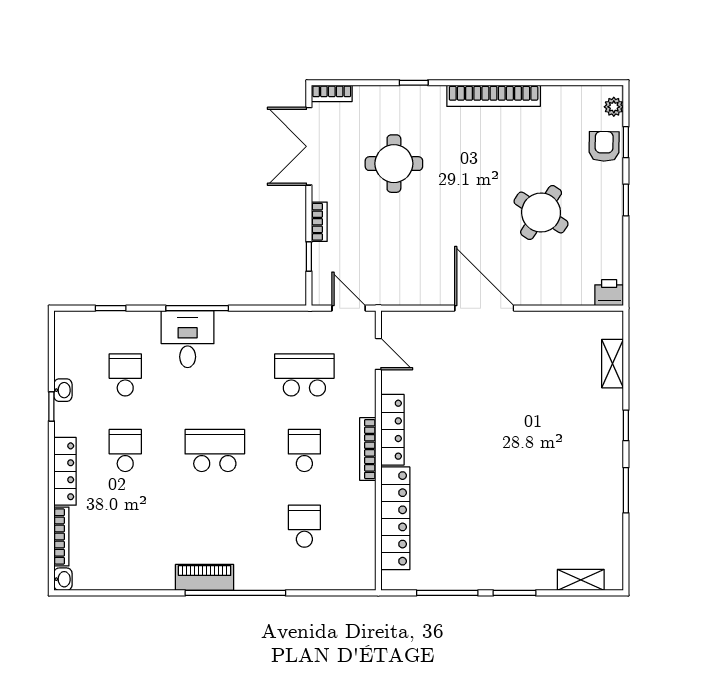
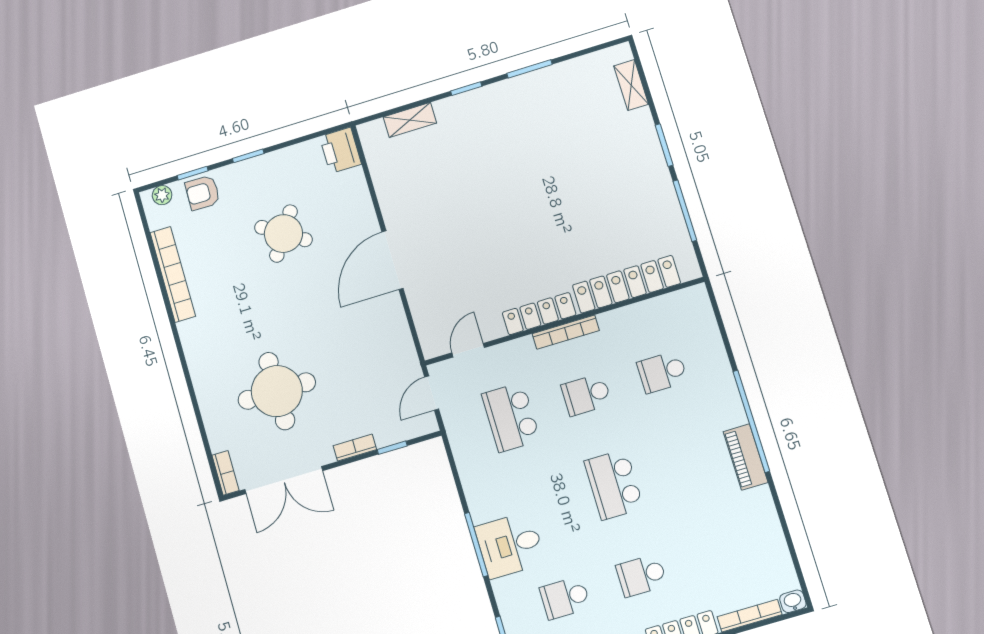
window: (414, 83) -> (193, 395), removed
bookcase: (494, 96) -> (173, 274), moved
round table: (394, 164) -> (277, 391), width x1.36, depth x1.36
printer: (609, 293) -> (340, 150), width x1.36, depth x1.24

